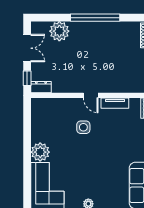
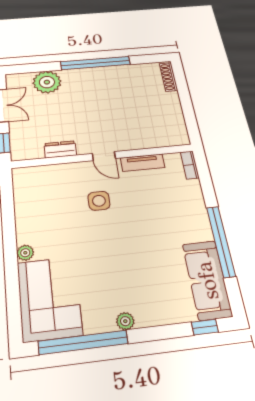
dresser: (41, 87) -> (60, 149), moved
plant: (40, 152) -> (25, 253), width x0.53, depth x0.53

